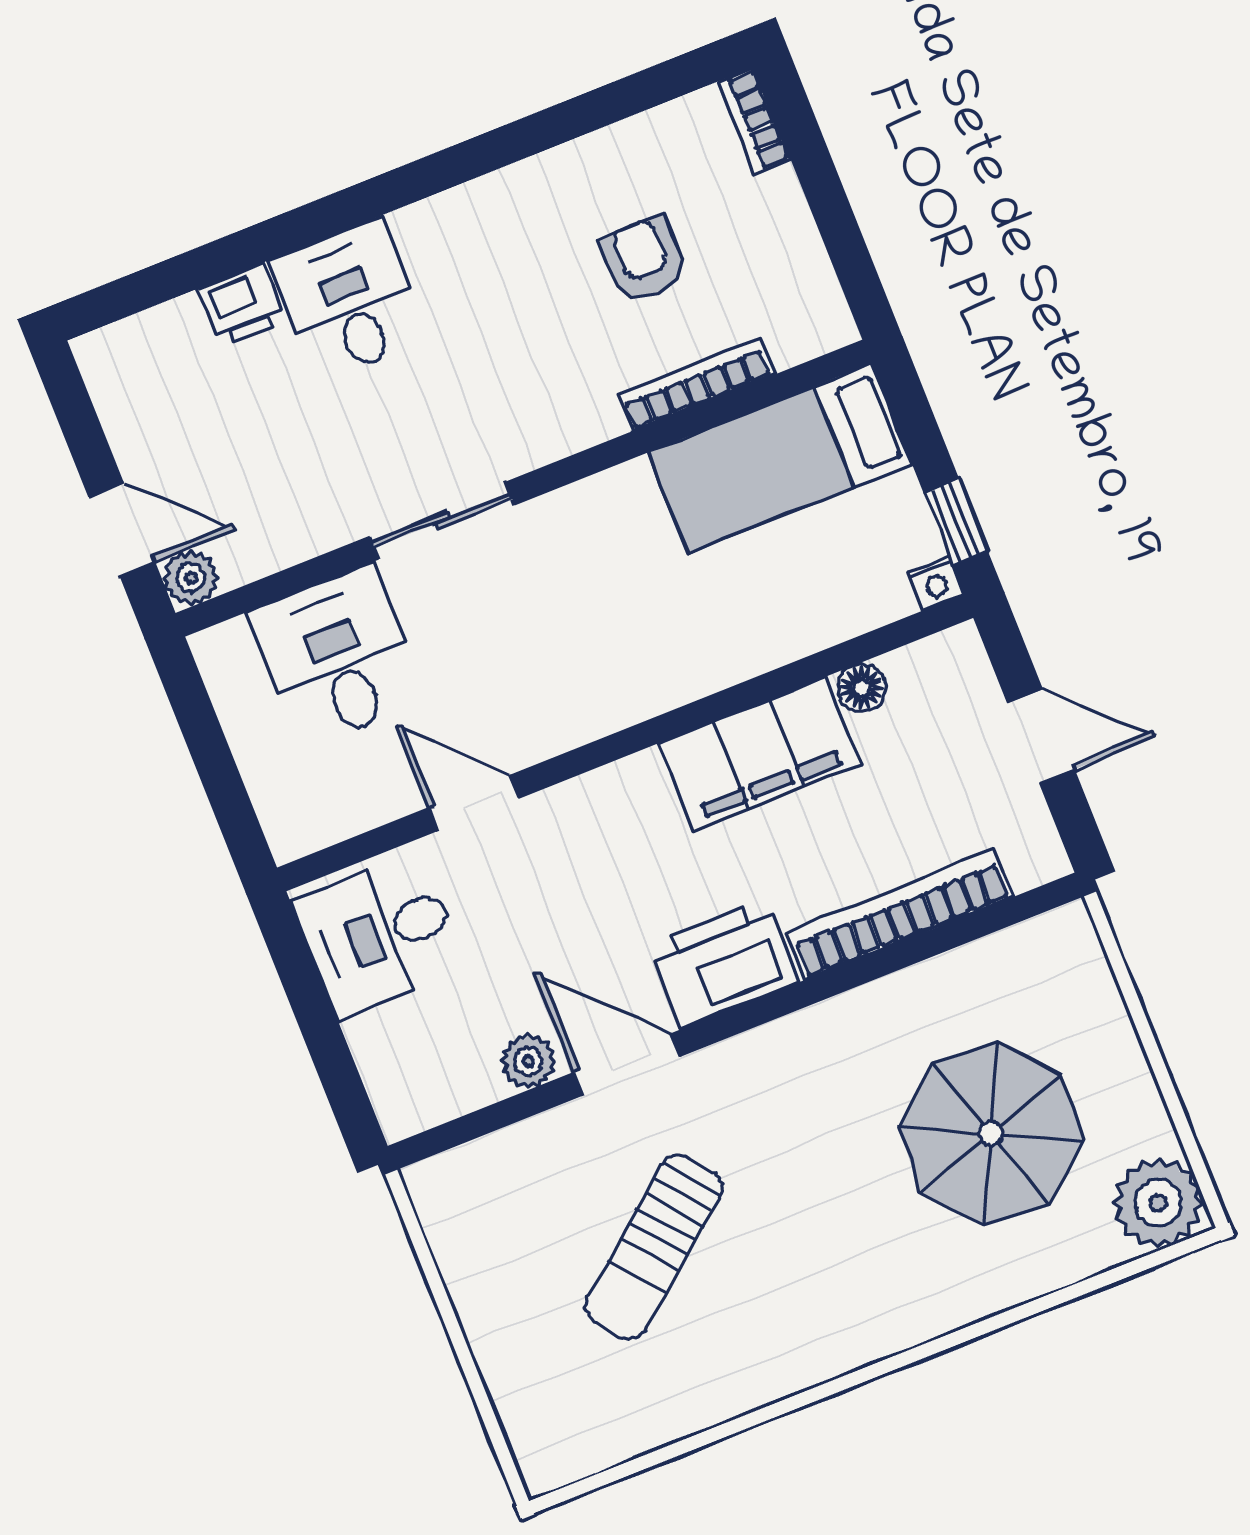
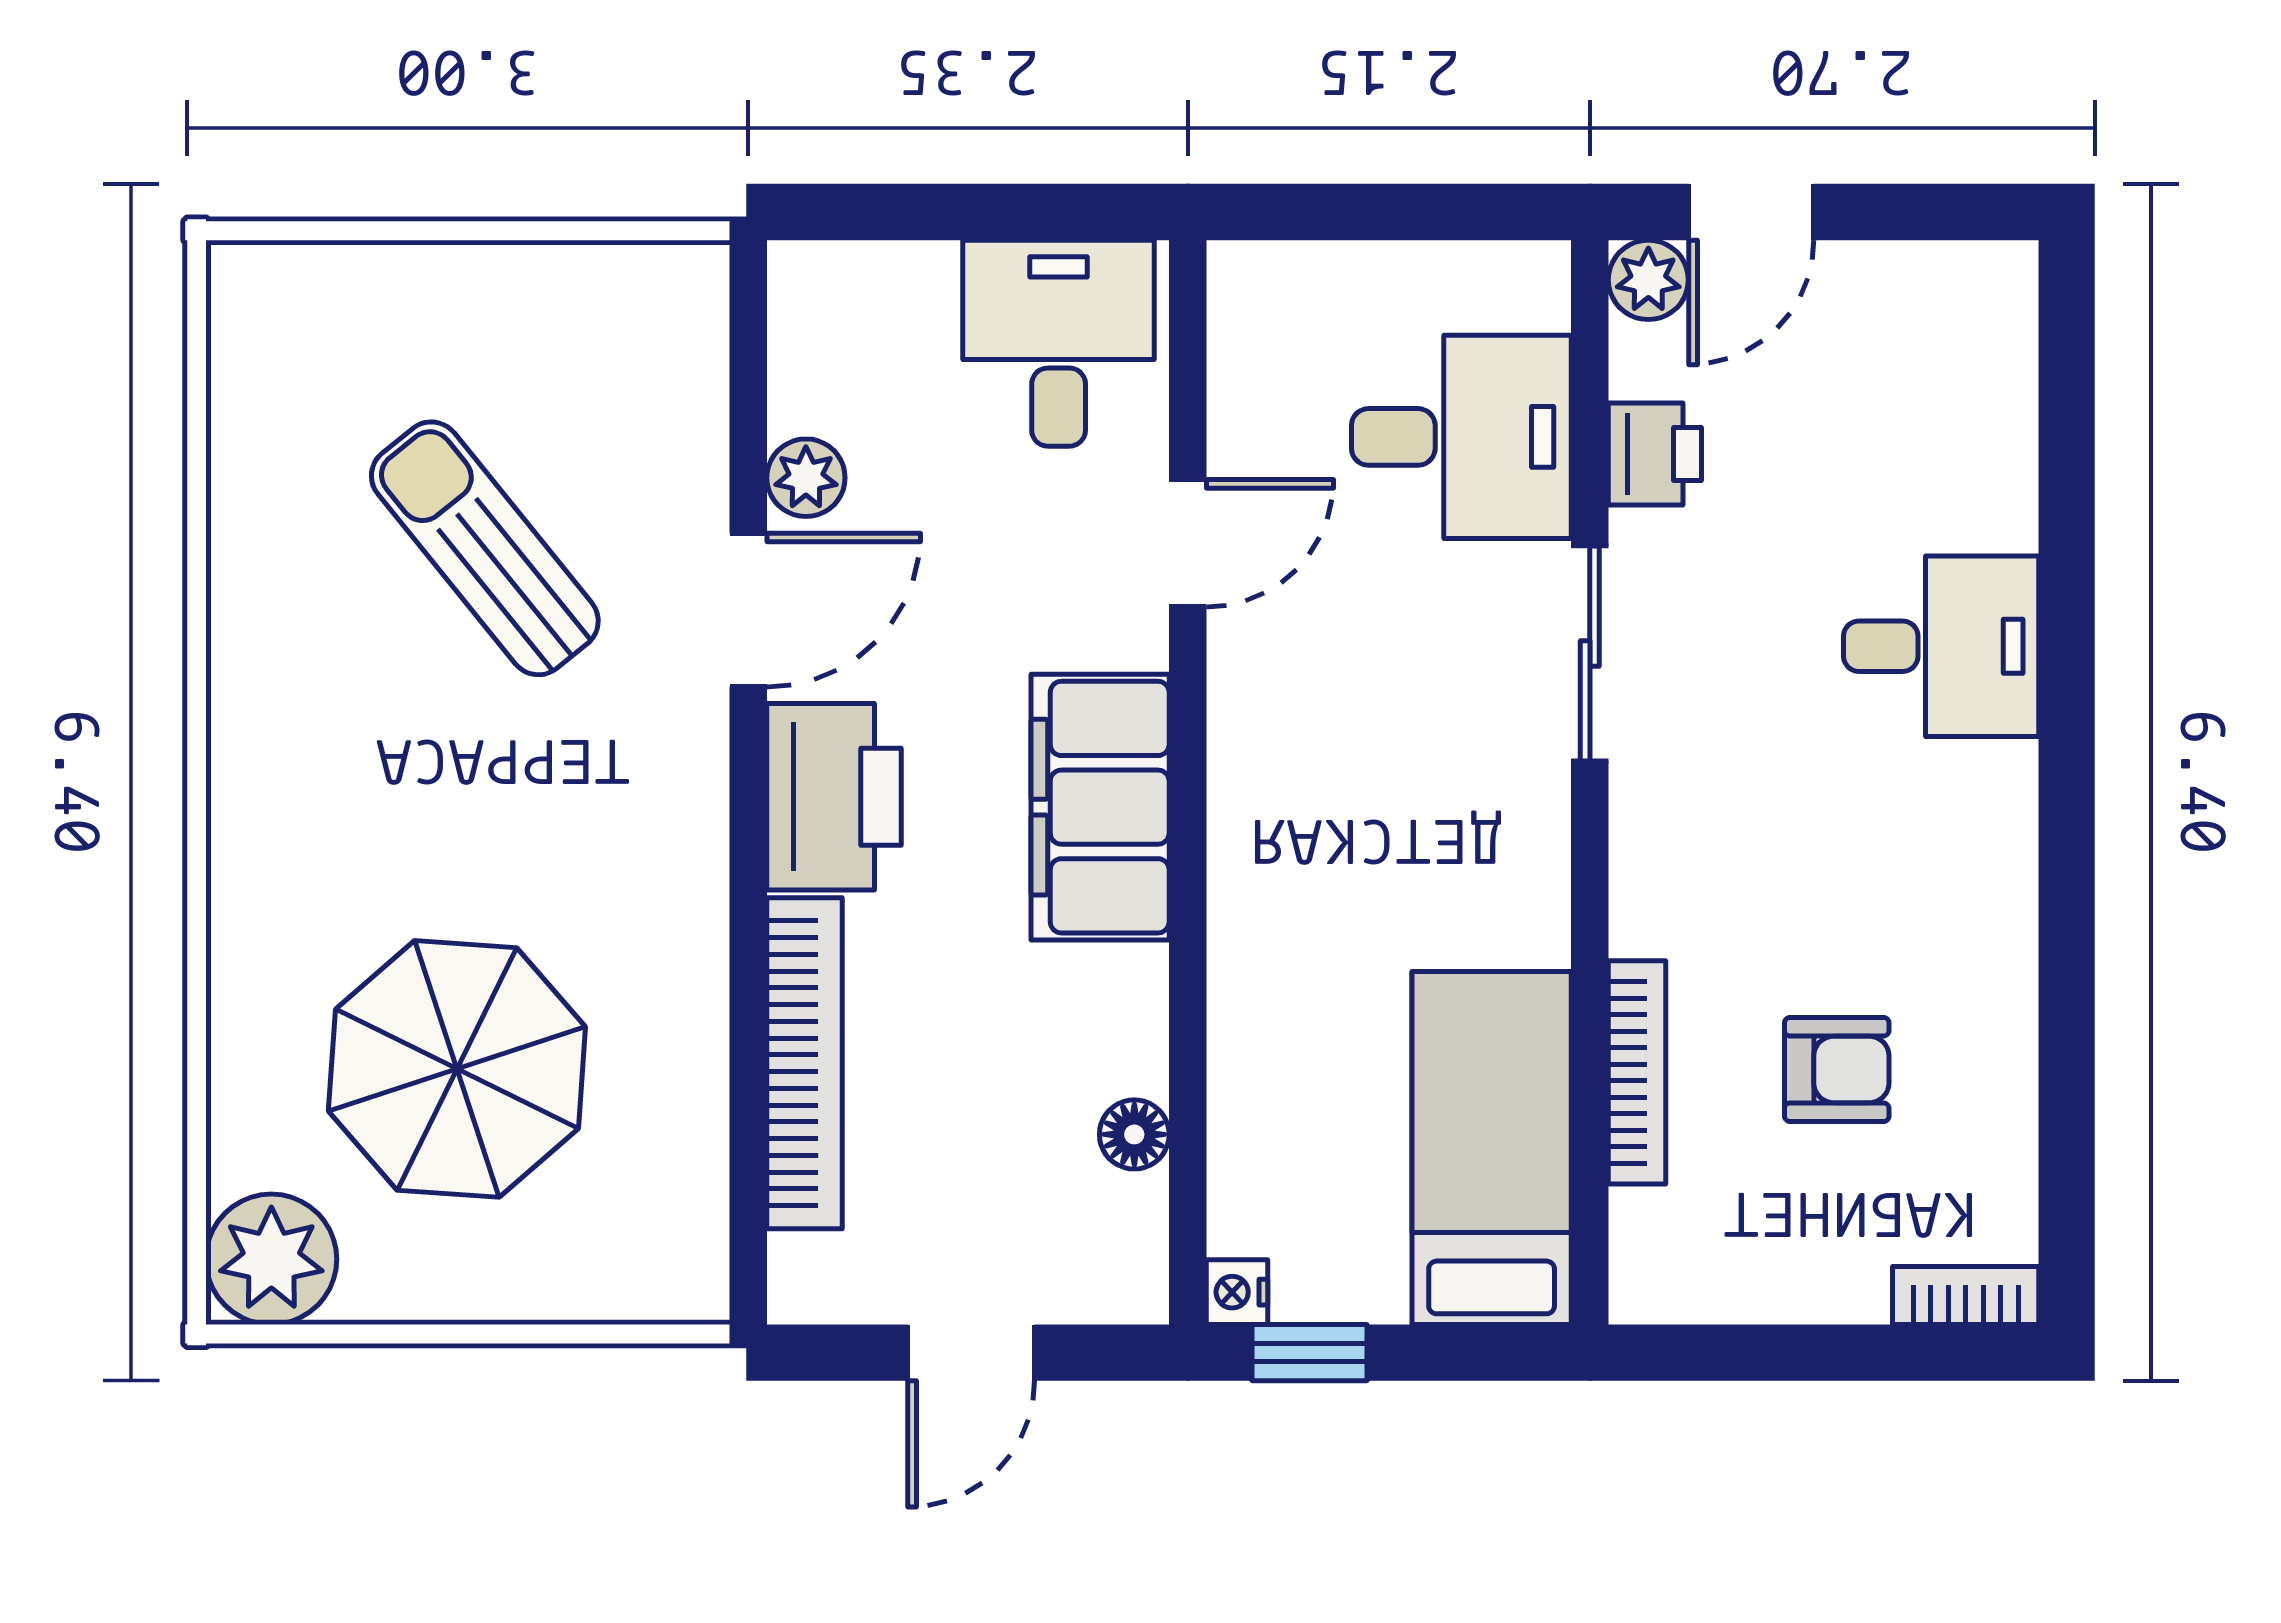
printer: (242, 305) -> (1655, 454), moved, turned 180
filing cabinet: (759, 754) -> (1100, 807), moved

